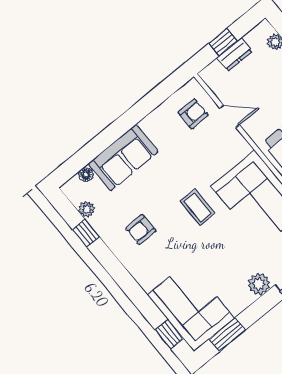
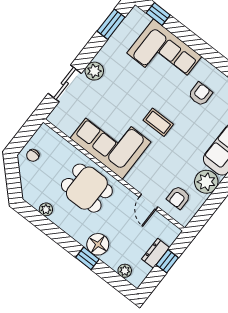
door: (230, 116) -> (148, 202), hinge flipped
plant: (157, 125) -> (206, 182), added
corner sofa: (191, 307) -> (164, 55), moved

